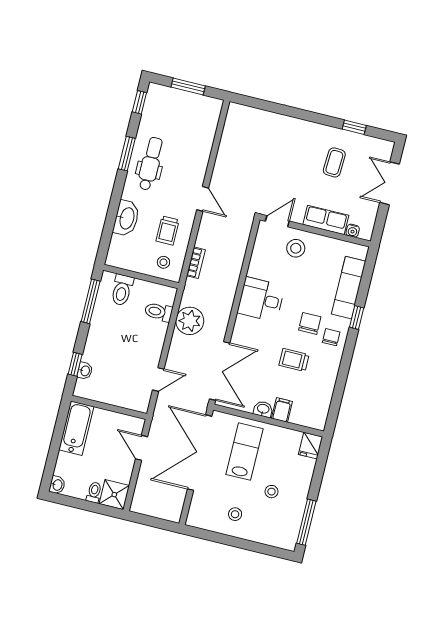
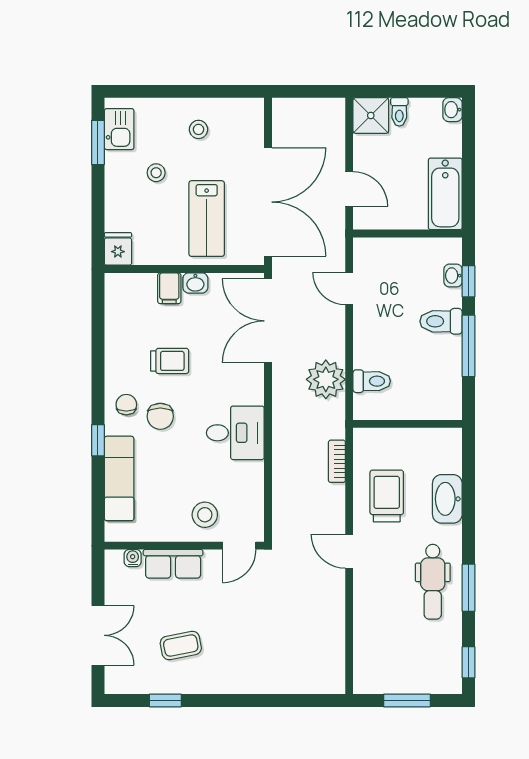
coffee table: (334, 162) -> (181, 645), turned 76
trolley: (168, 230) -> (387, 496), width x1.36, depth x1.39
stool: (163, 262) -> (382, 451), removed
toilet: (122, 290) -> (441, 321), moved, turned -90
window: (91, 301) -> (468, 346), moved
chair: (331, 337) -> (126, 405), turned 180
door: (158, 379) -> (349, 288), hinge flipped
window: (306, 522) -> (98, 142), width x0.69
kitchen sink: (290, 528) -> (119, 129), added

